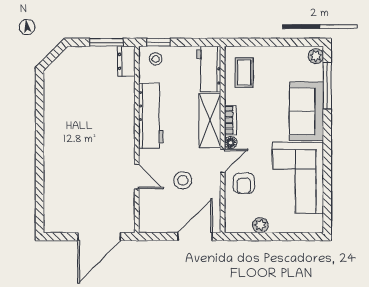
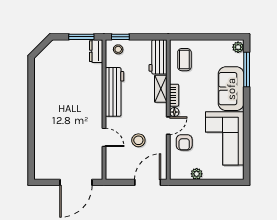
shelving: (210, 121) -> (161, 89), width x0.67, depth x0.75

